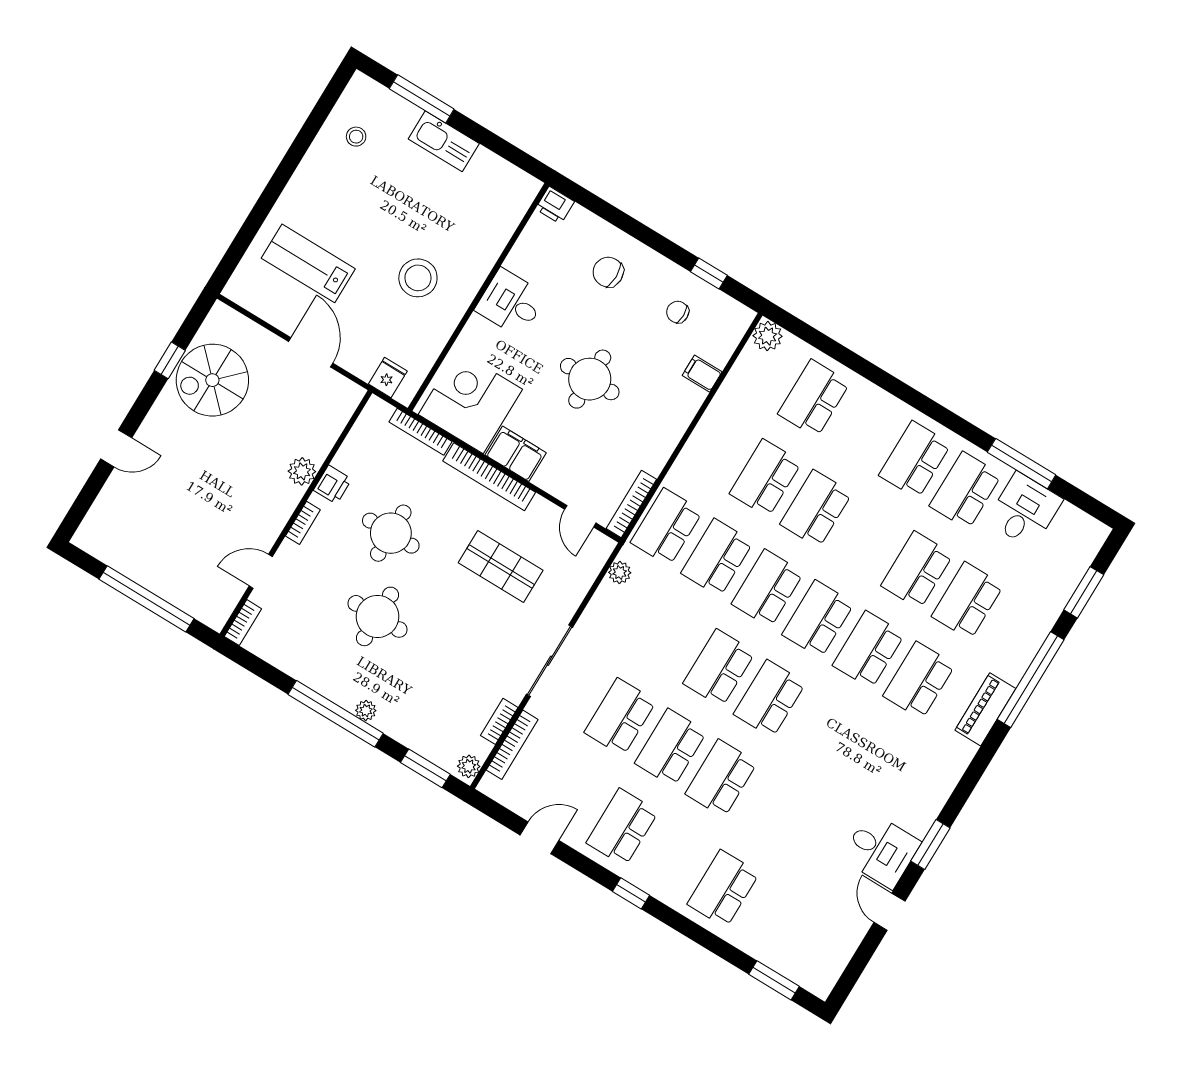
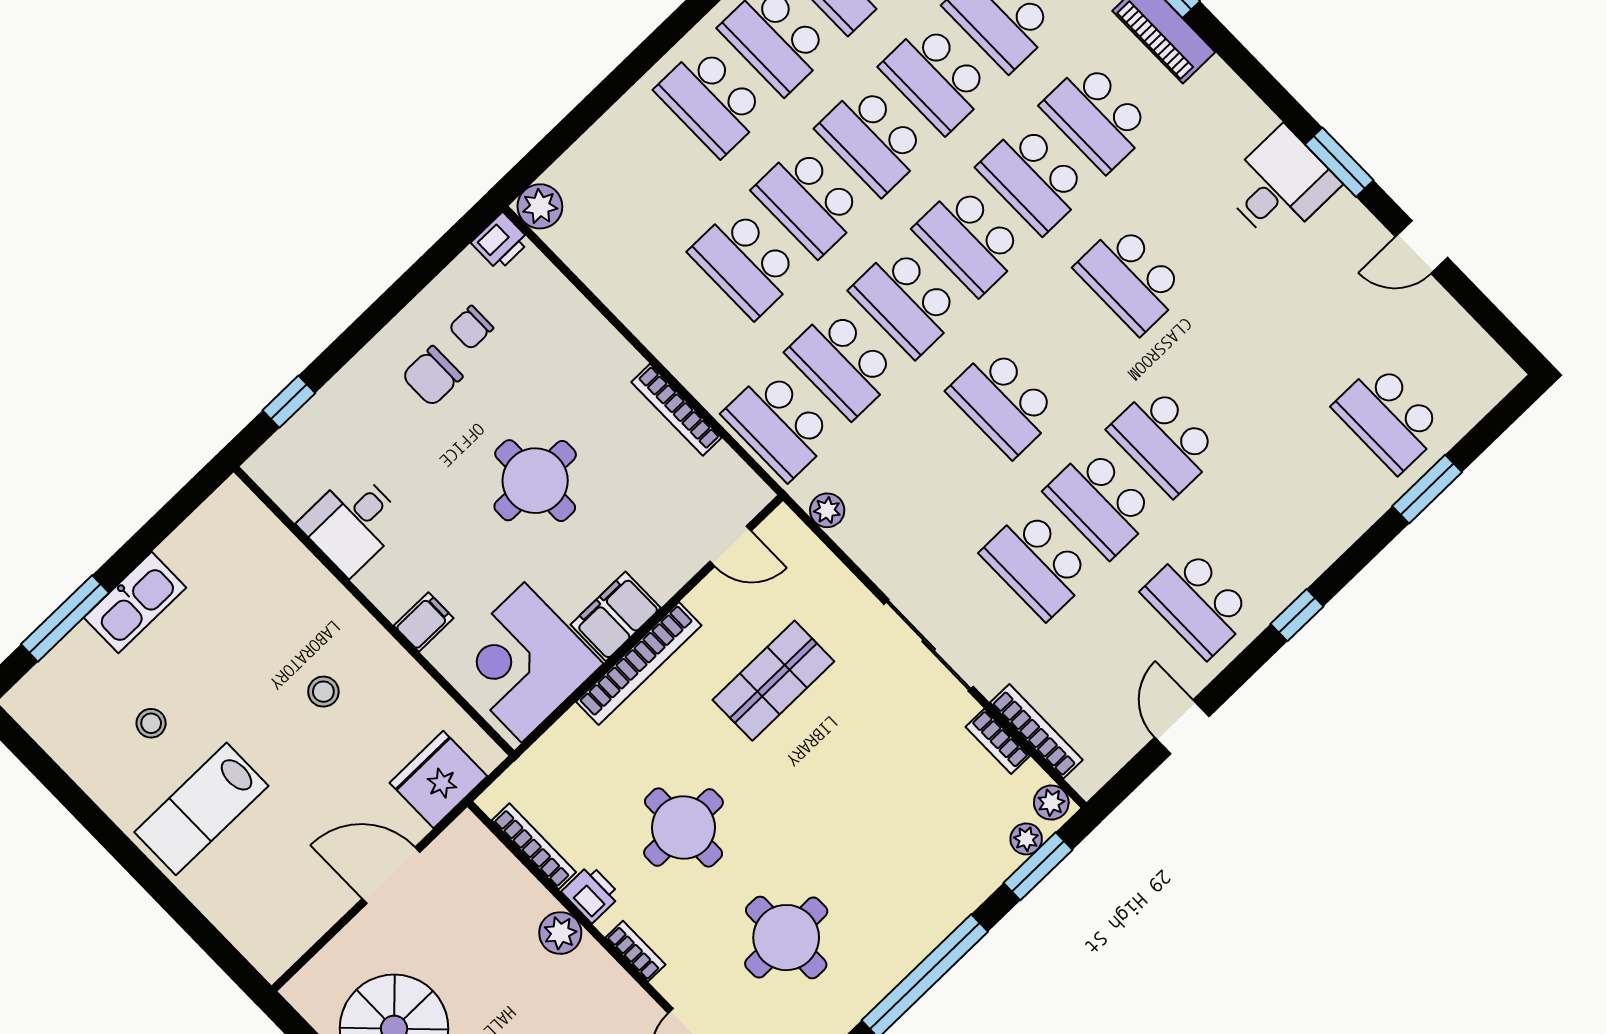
stool: (356, 137) -> (151, 723), moved
printer: (555, 205) -> (501, 242), moved
lab bench: (308, 263) -> (201, 809), moved
chair: (608, 272) -> (432, 376), moved
window: (709, 273) -> (289, 402), moved
stool: (418, 278) -> (323, 692), width x0.53, depth x0.53
desk: (511, 303) -> (352, 523), moved
filing cabinet: (702, 374) -> (424, 622), moved, turned 180
fridge: (388, 378) -> (438, 779), width x1.88, depth x1.34
school desk: (814, 398) -> (711, 101), moved
bookcase: (420, 432) -> (534, 846), moved, turned -90
bookcase: (631, 504) -> (676, 410), moved
school desk: (866, 539) -> (872, 140), added
round table: (377, 616) -> (786, 938), moved
school desk: (770, 699) -> (1130, 279), moved
plant: (366, 710) -> (1026, 839), moved
desk: (881, 850) -> (1280, 185), moved
school desk: (723, 889) -> (1389, 418), moved
window: (774, 980) -> (1427, 489), moved

